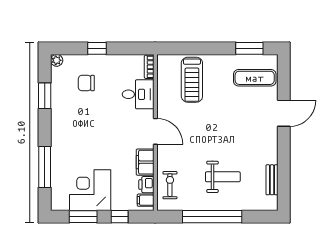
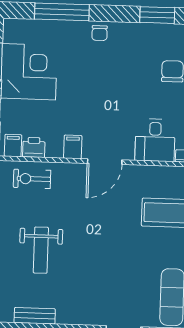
chair: (59, 138) -> (100, 33), added
filing cabinet: (145, 162) -> (73, 147), width x0.50
exercise bike: (170, 185) -> (32, 179), turned 180

